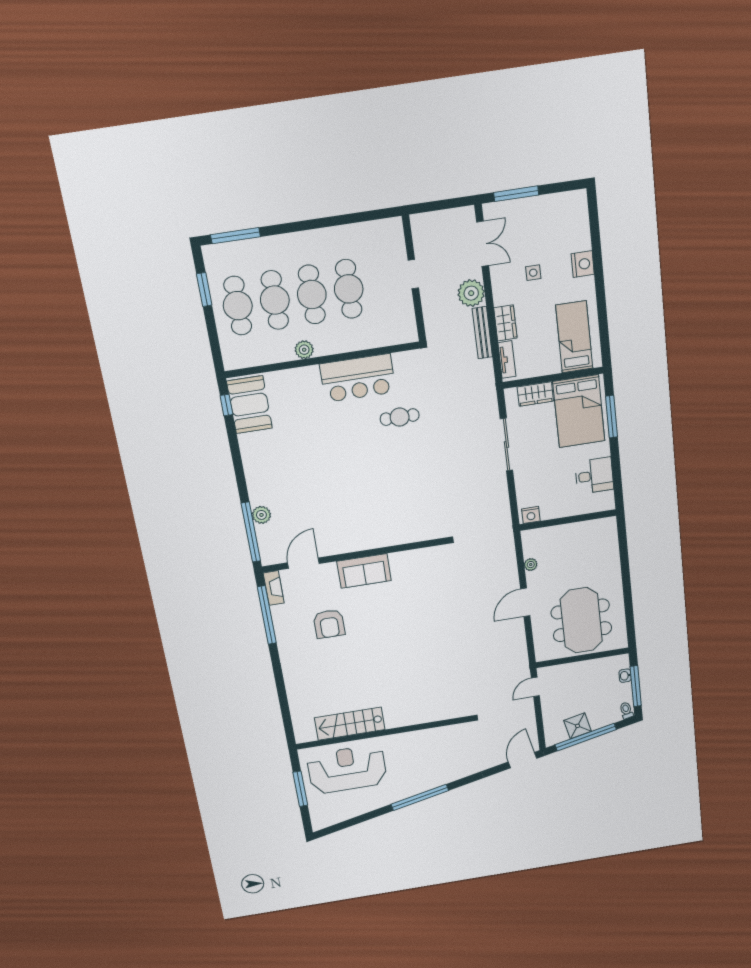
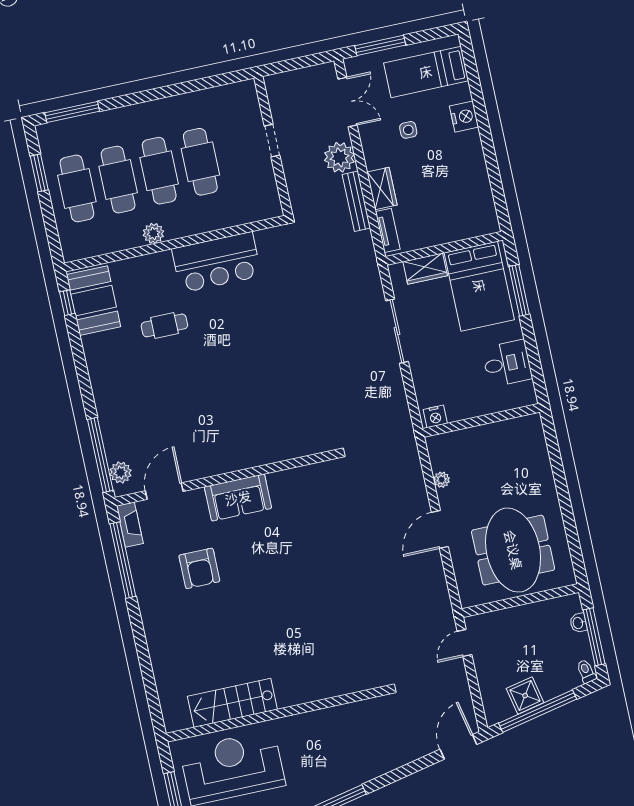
bed: (574, 337) -> (426, 72), moved, turned -90
cafe table: (400, 417) -> (164, 325), moved
plant: (261, 515) -> (120, 472), moved

